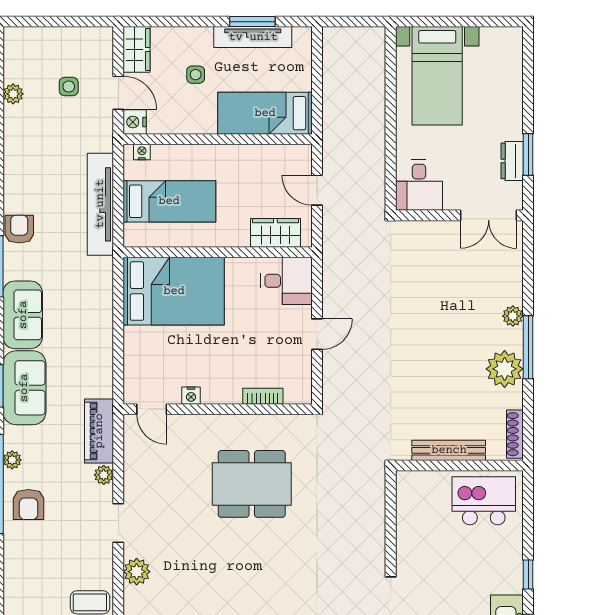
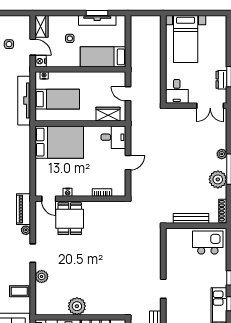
dining table: (252, 484) -> (70, 219), moved, width x0.73

